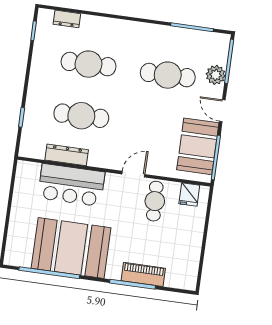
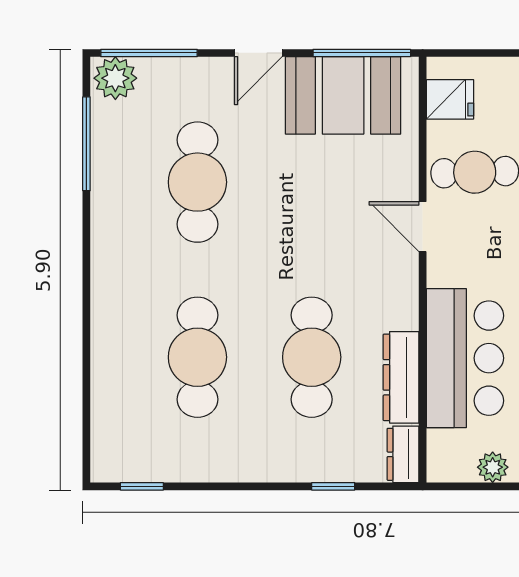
dresser: (67, 19) -> (403, 454), moved, turned 180
plant: (216, 75) -> (115, 78), moved
plant: (20, 191) -> (493, 467), added

